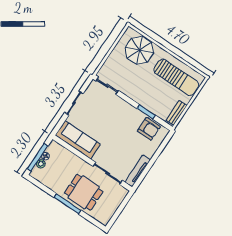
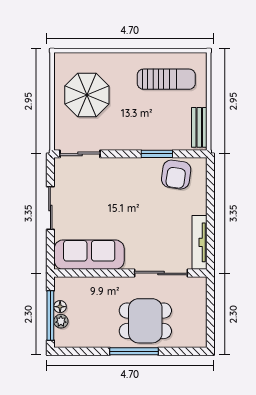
parasol: (139, 50) -> (87, 95), moved
sun lounger: (176, 77) -> (166, 79), width x0.73, depth x0.75
armchair: (149, 129) -> (176, 175), turned 98

